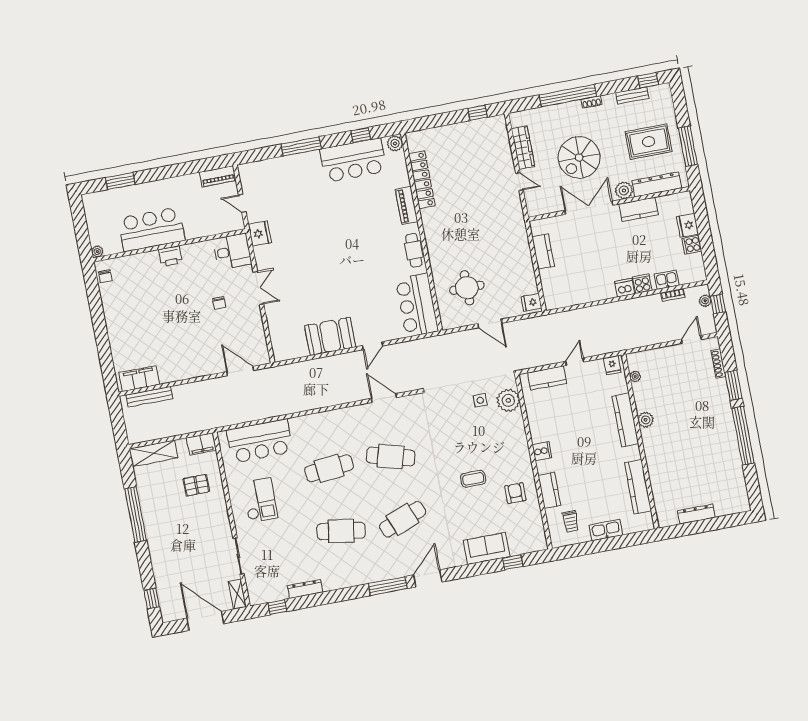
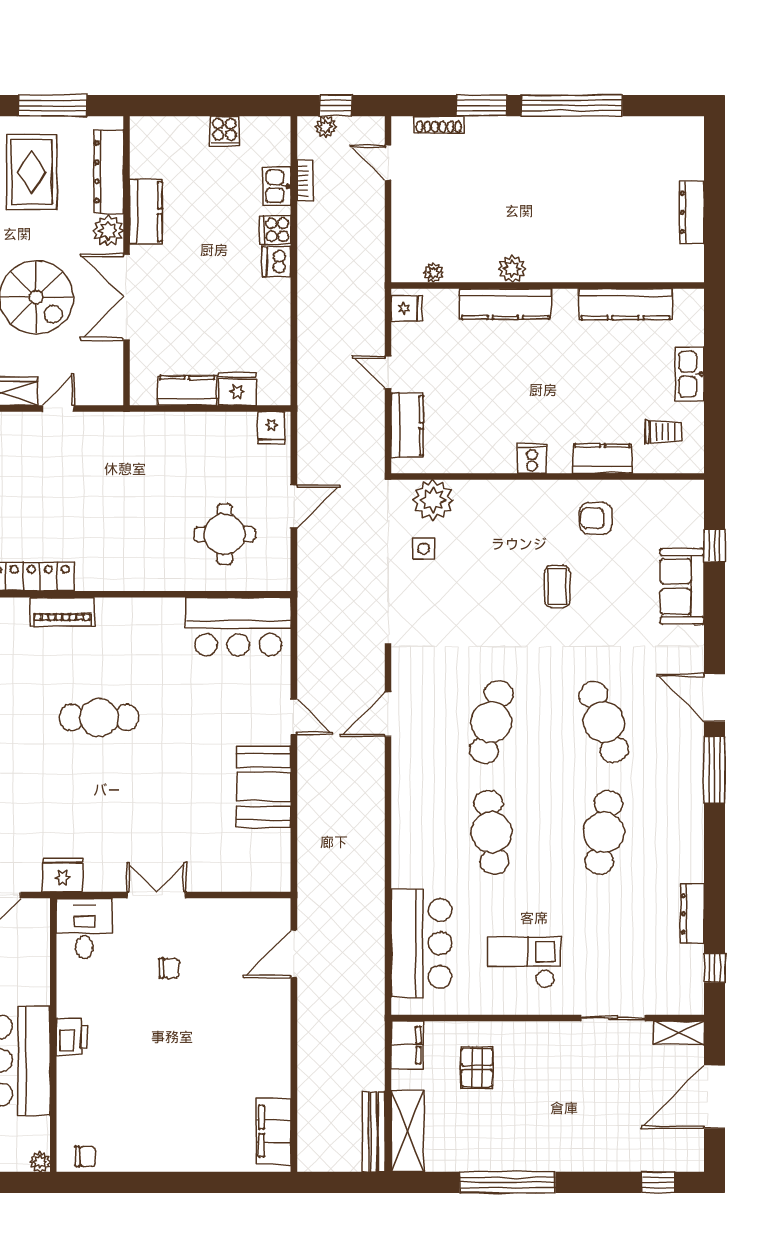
fridge: (687, 225) -> (237, 389), moved, turned 180
cafe table: (414, 250) -> (99, 717), moved, width x1.37, depth x1.35
bench: (149, 397) -> (374, 1132), moved

